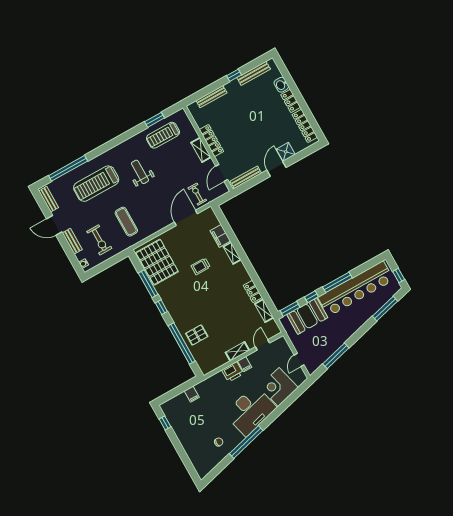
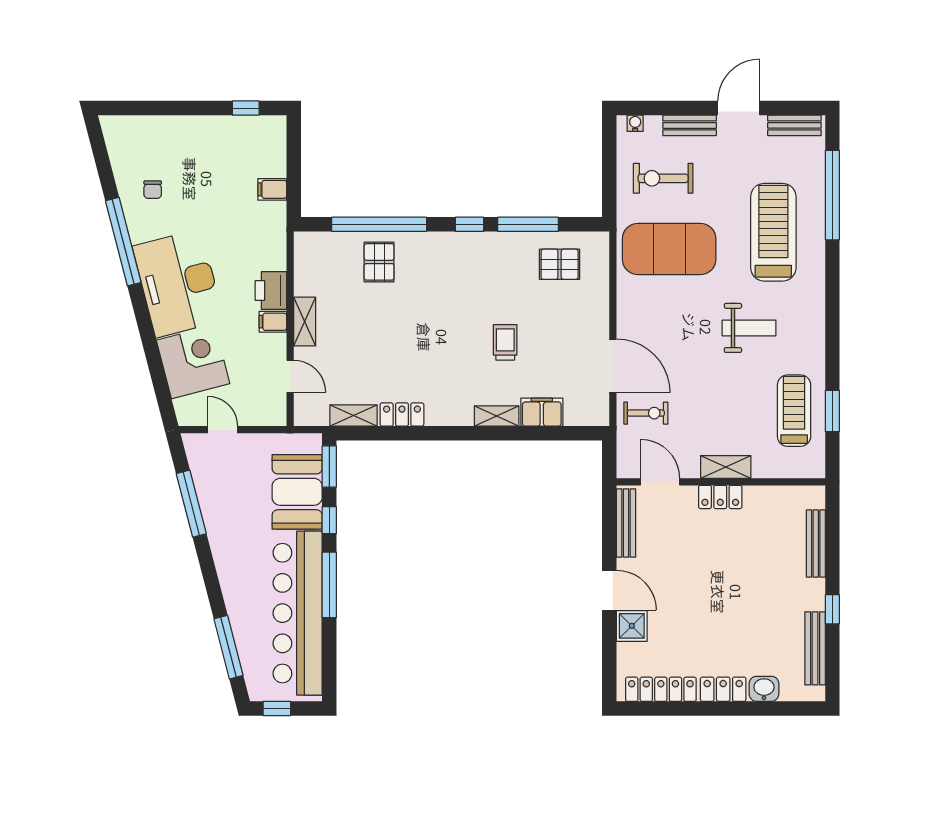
locker: (211, 141) -> (720, 497), width x0.66
exercise mat: (126, 222) -> (669, 249), width x2.00, depth x1.45
pallet: (157, 262) -> (560, 264), width x0.49, depth x0.50

